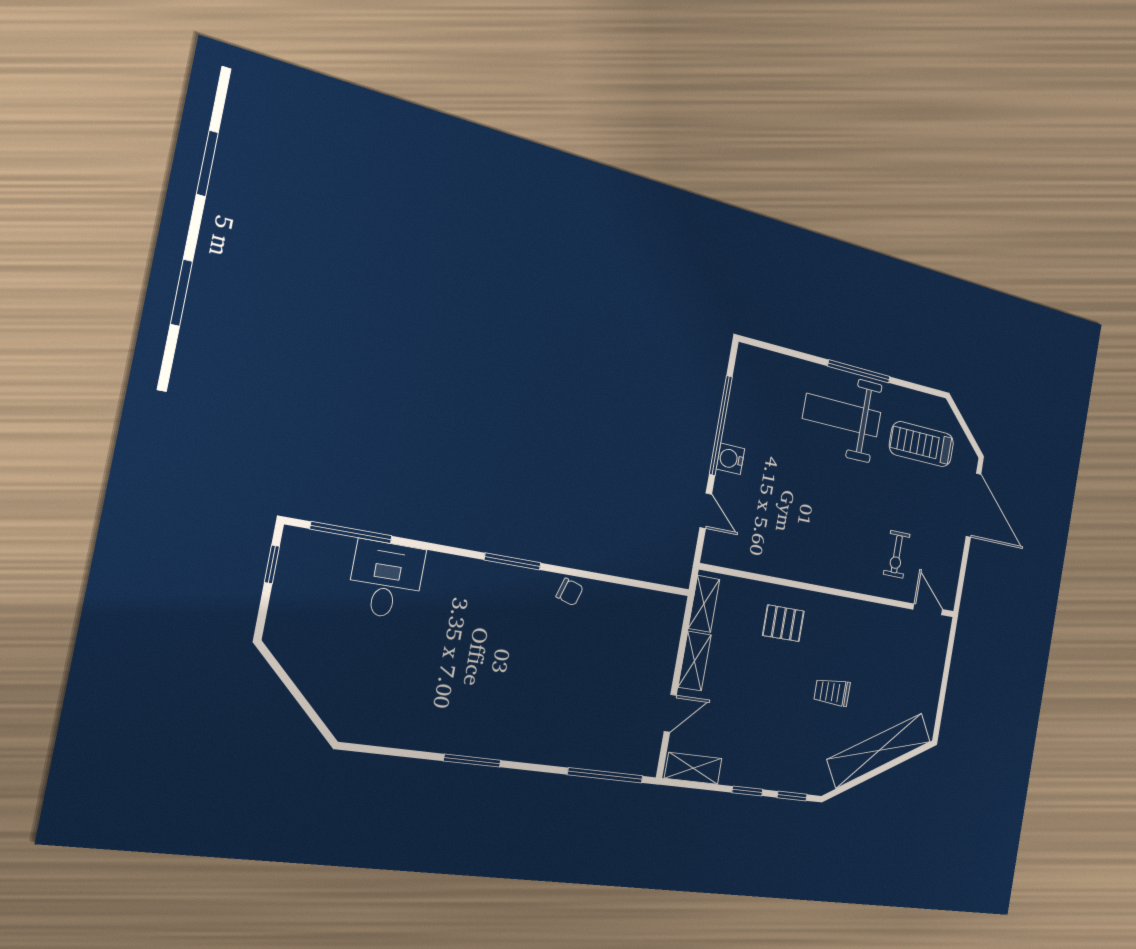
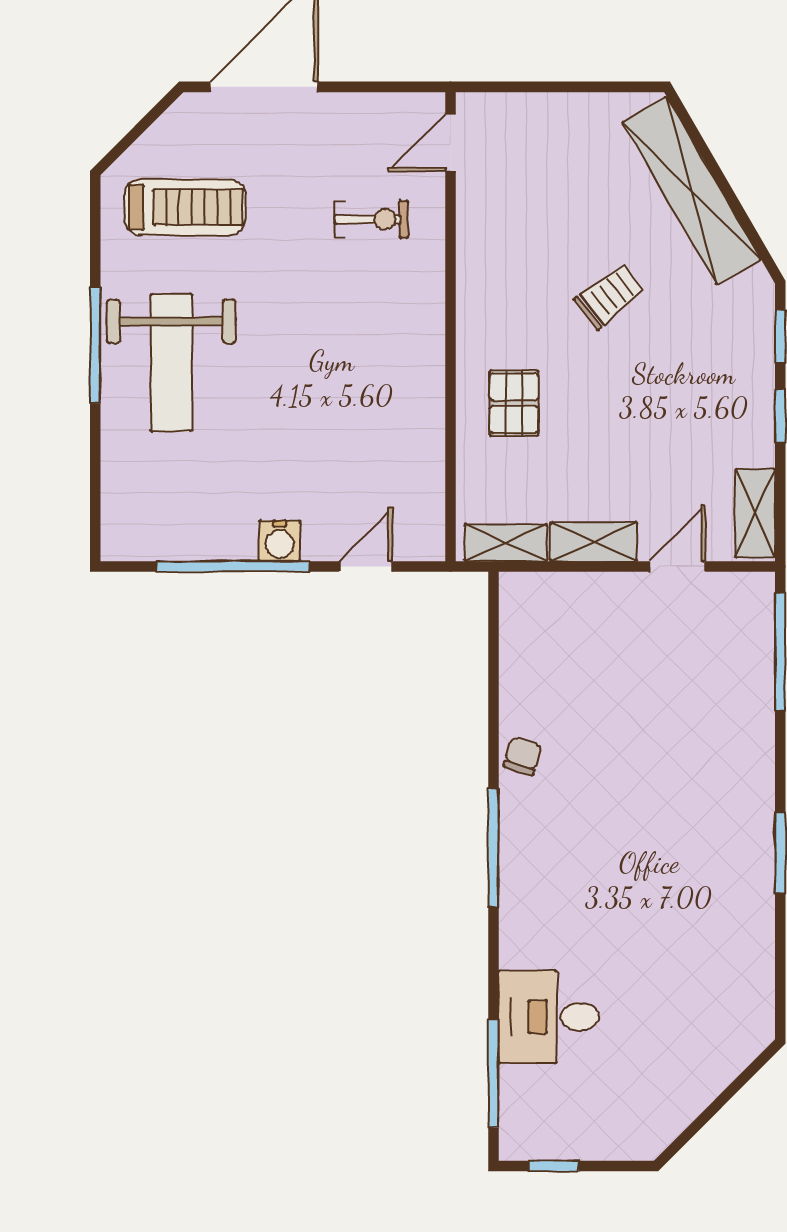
treadmill: (922, 444) -> (185, 207), turned -90
window: (513, 561) -> (493, 847), width x1.44
trolley: (832, 692) -> (609, 296), turned -128
door: (670, 713) -> (677, 566), hinge flipped

